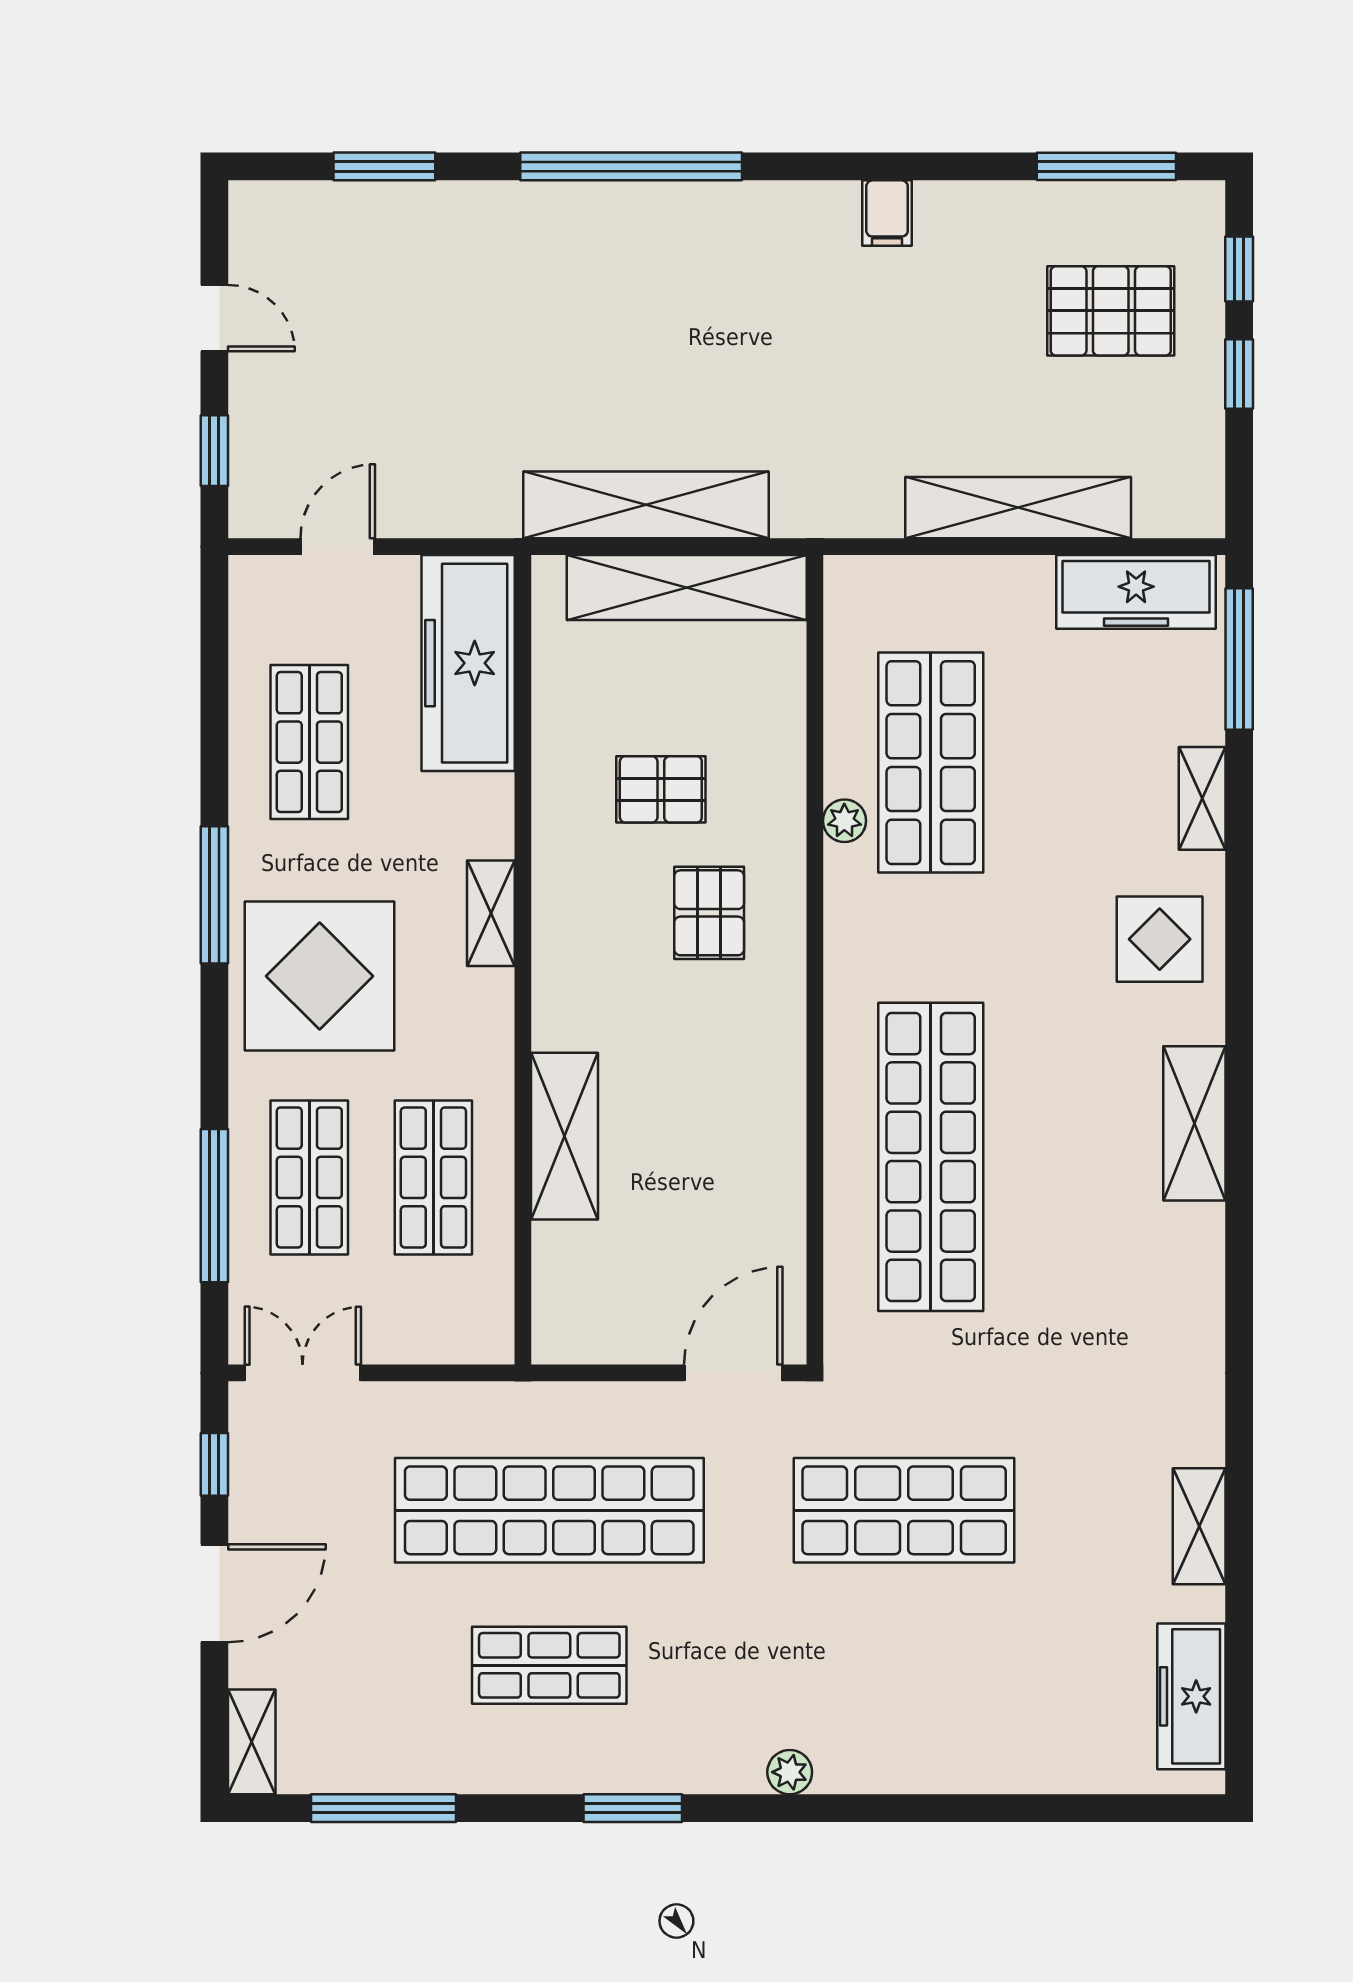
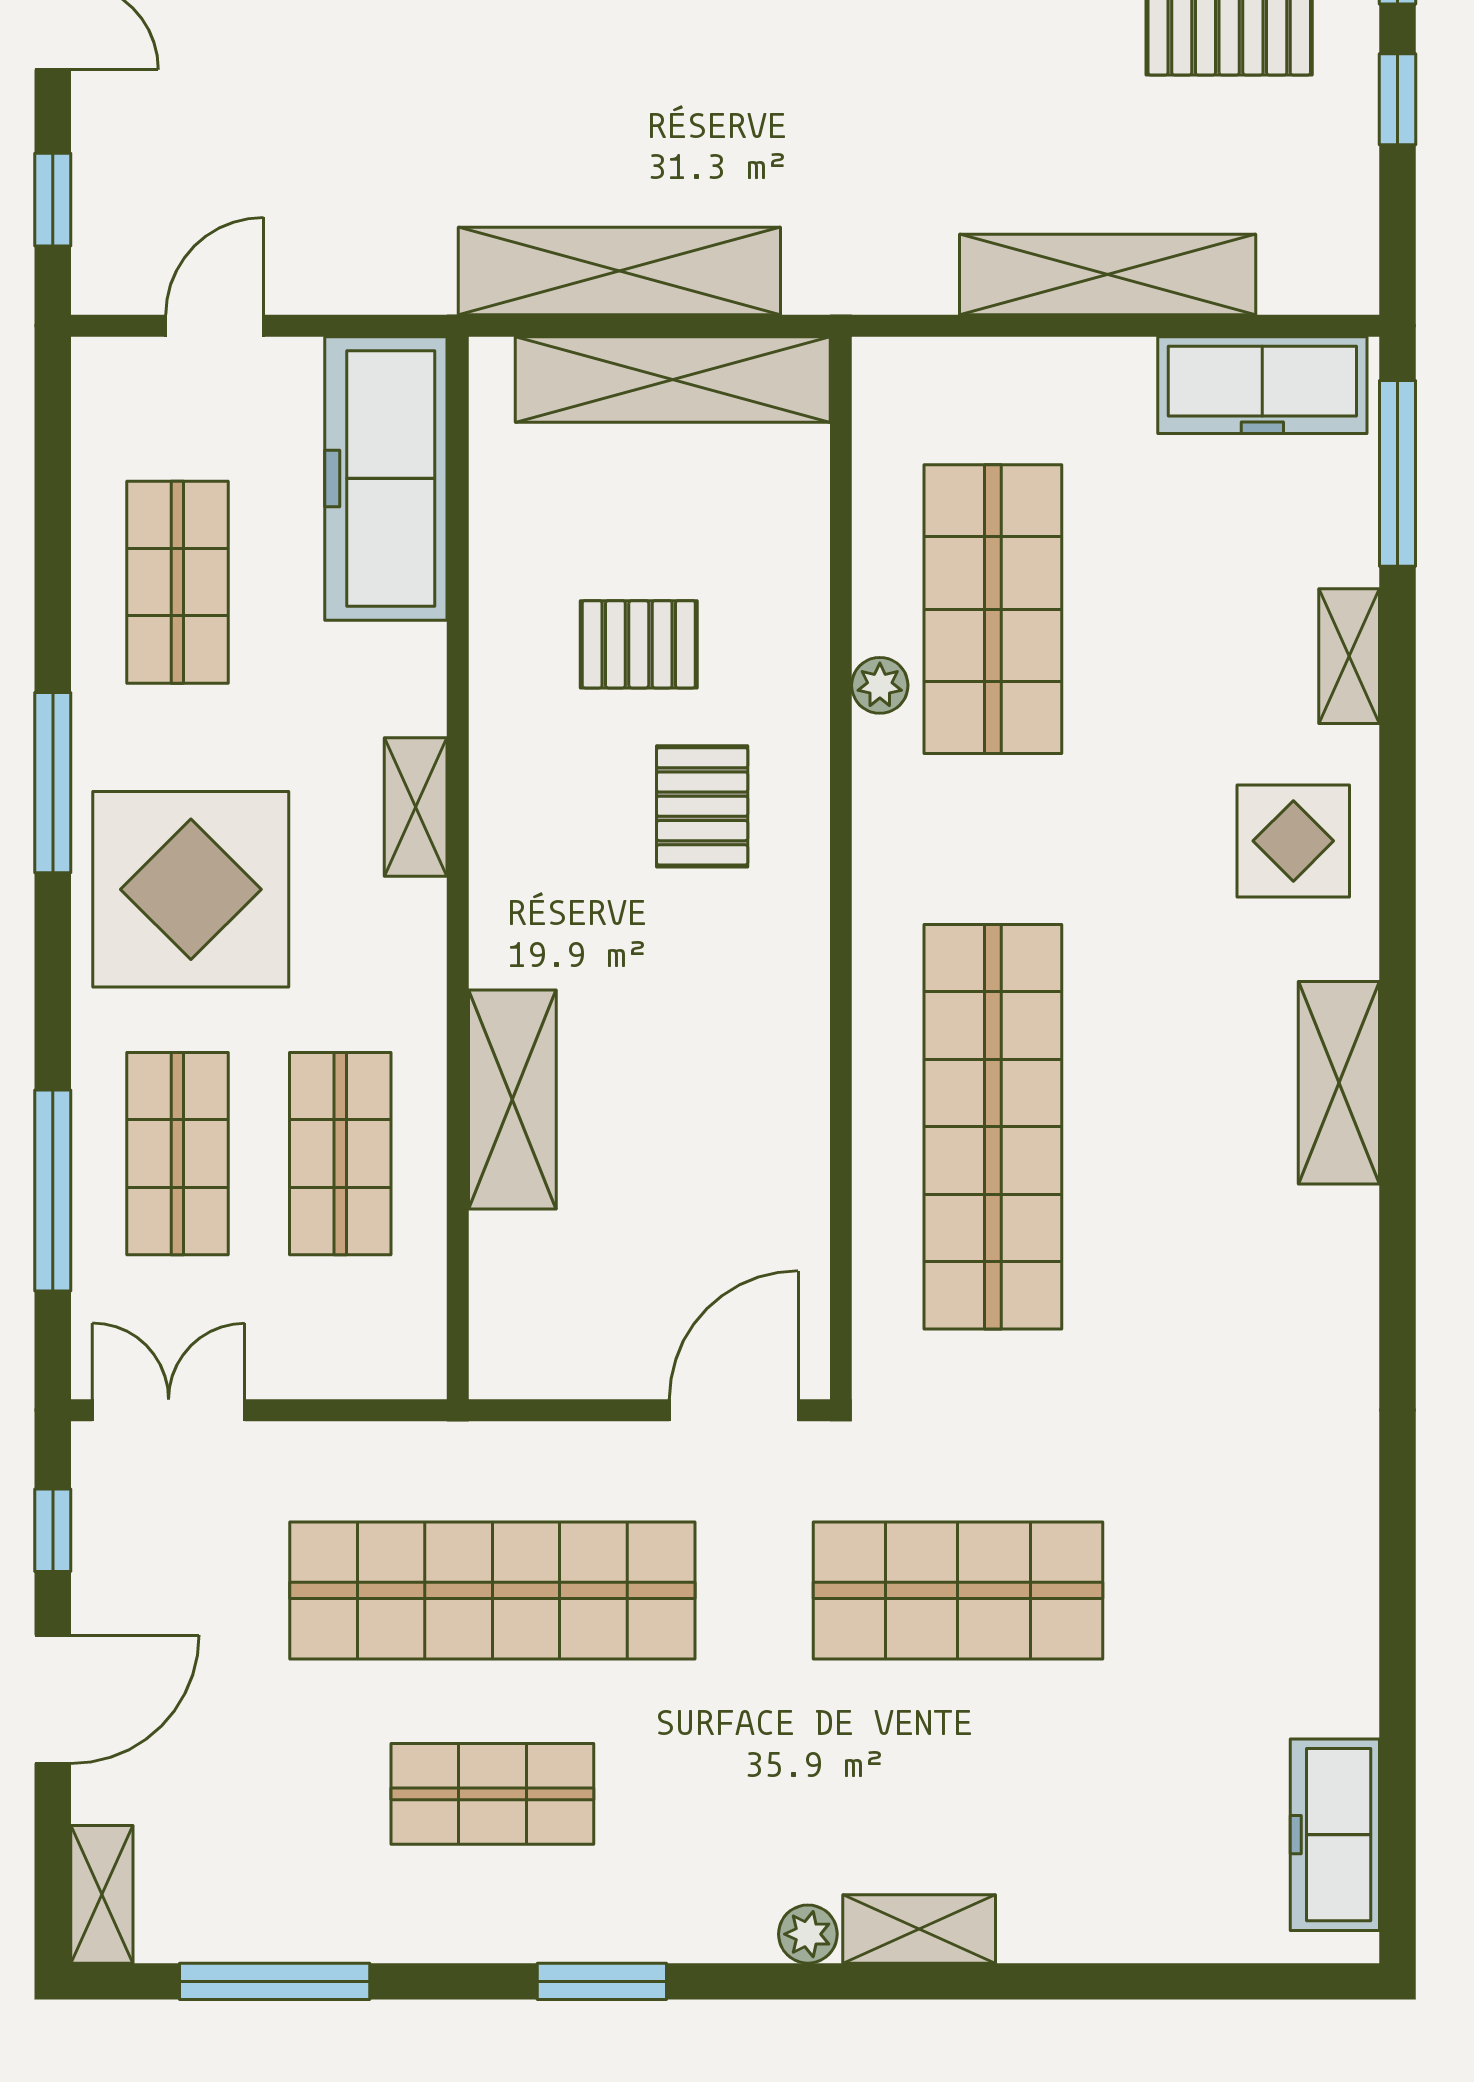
shelving: (1199, 1526) -> (919, 1929), moved, turned 90

